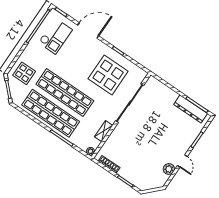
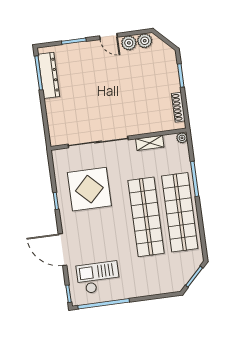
display table: (24, 73) -> (164, 275), removed
door: (182, 161) -> (108, 36), swing flipped
plant: (162, 179) -> (145, 41), added

